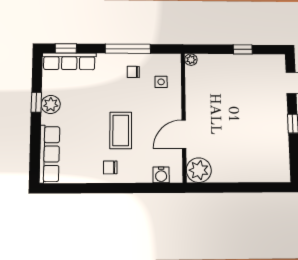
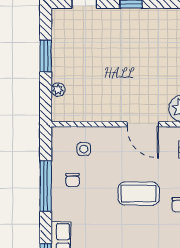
window: (243, 49) -> (46, 56), width x1.50
plant: (191, 60) -> (58, 90), moved

